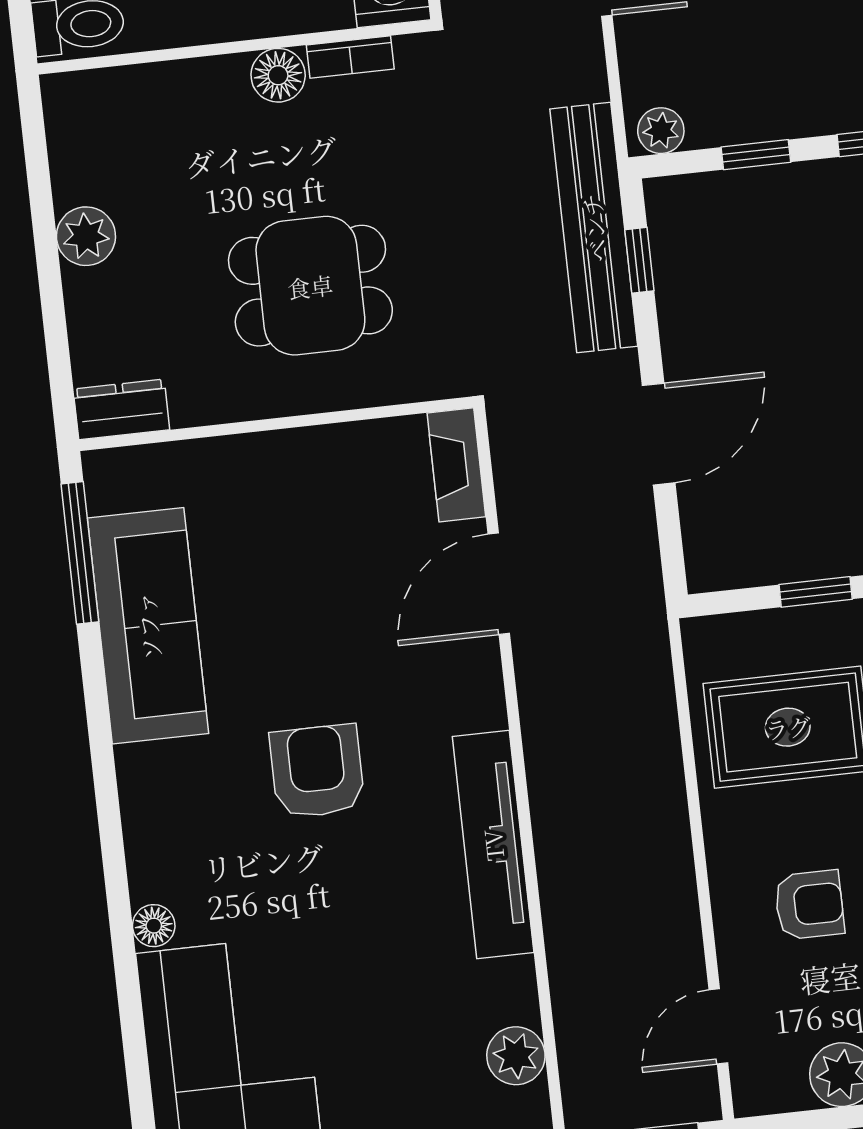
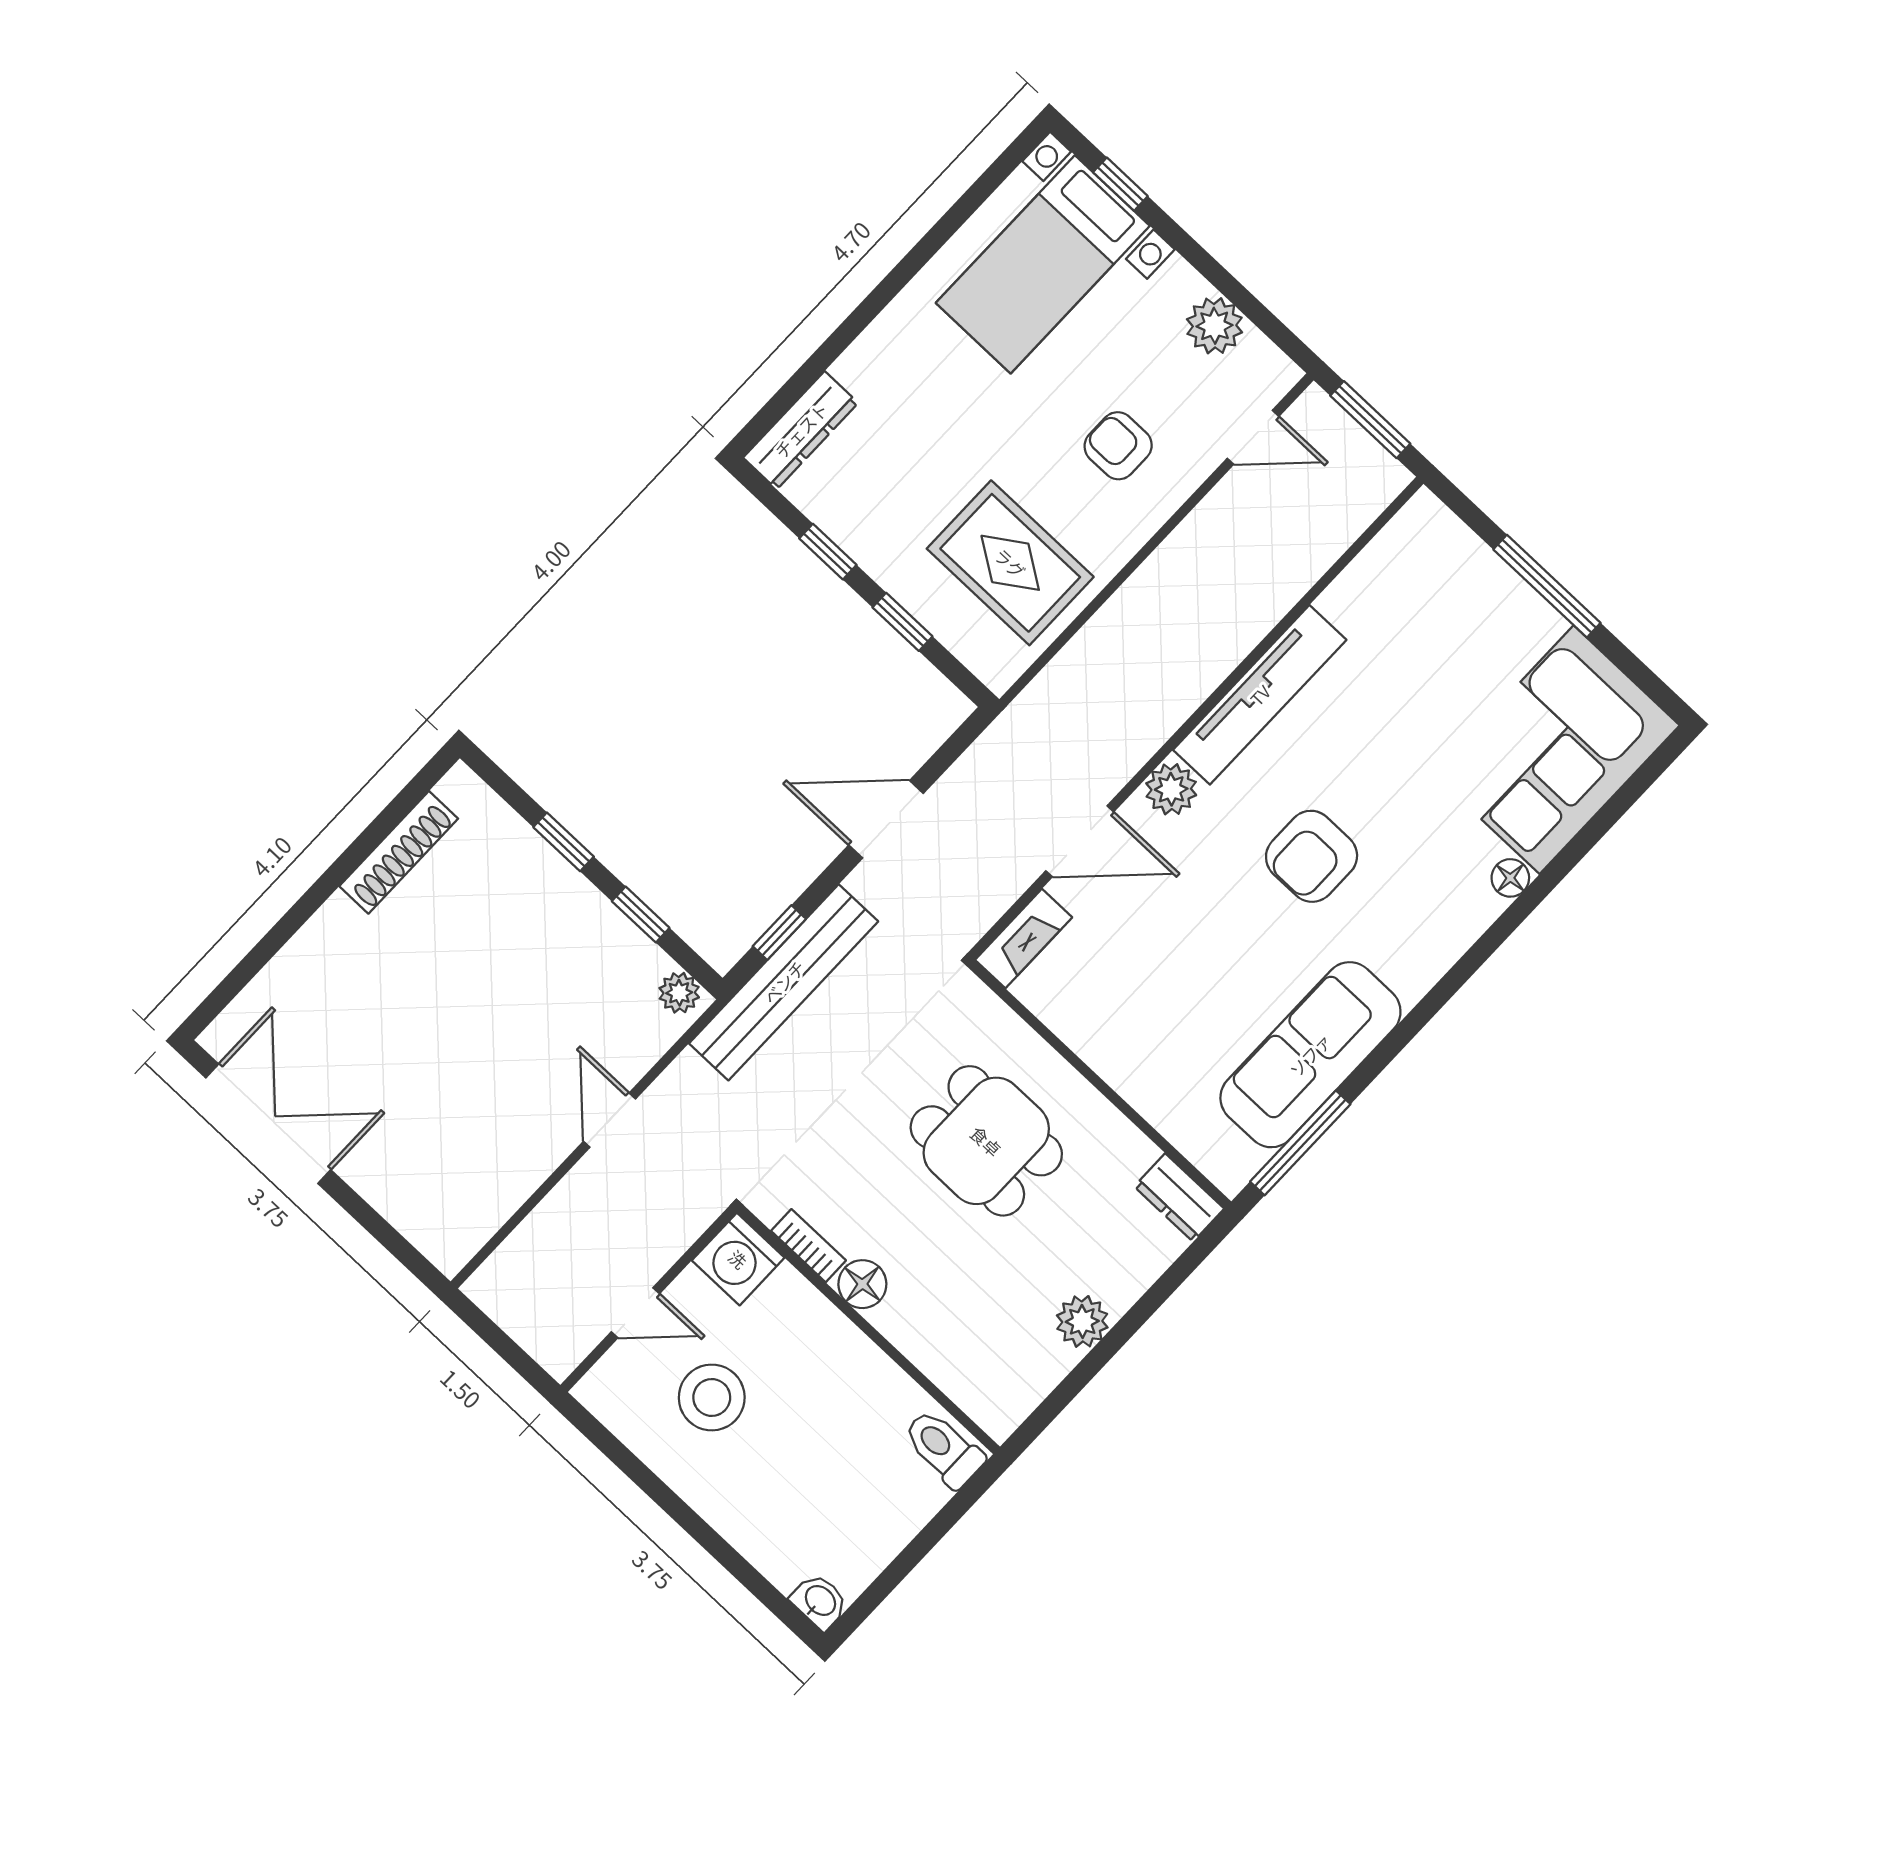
plant: (516, 1056) -> (1171, 789), moved

